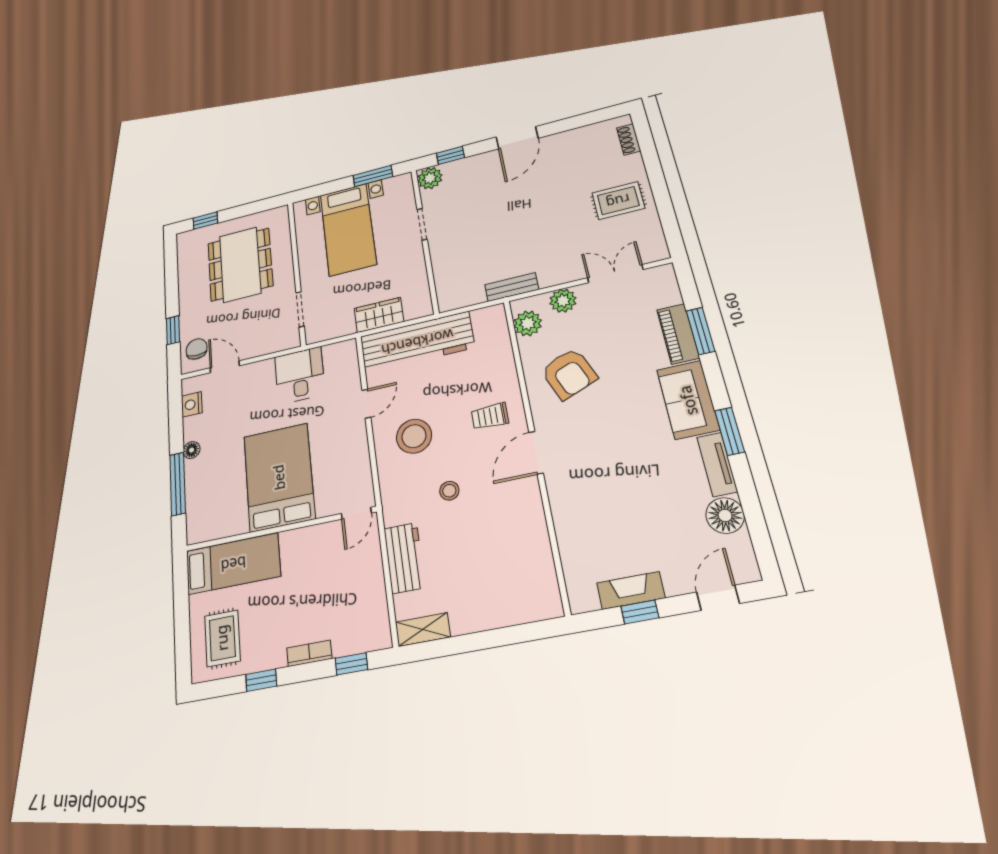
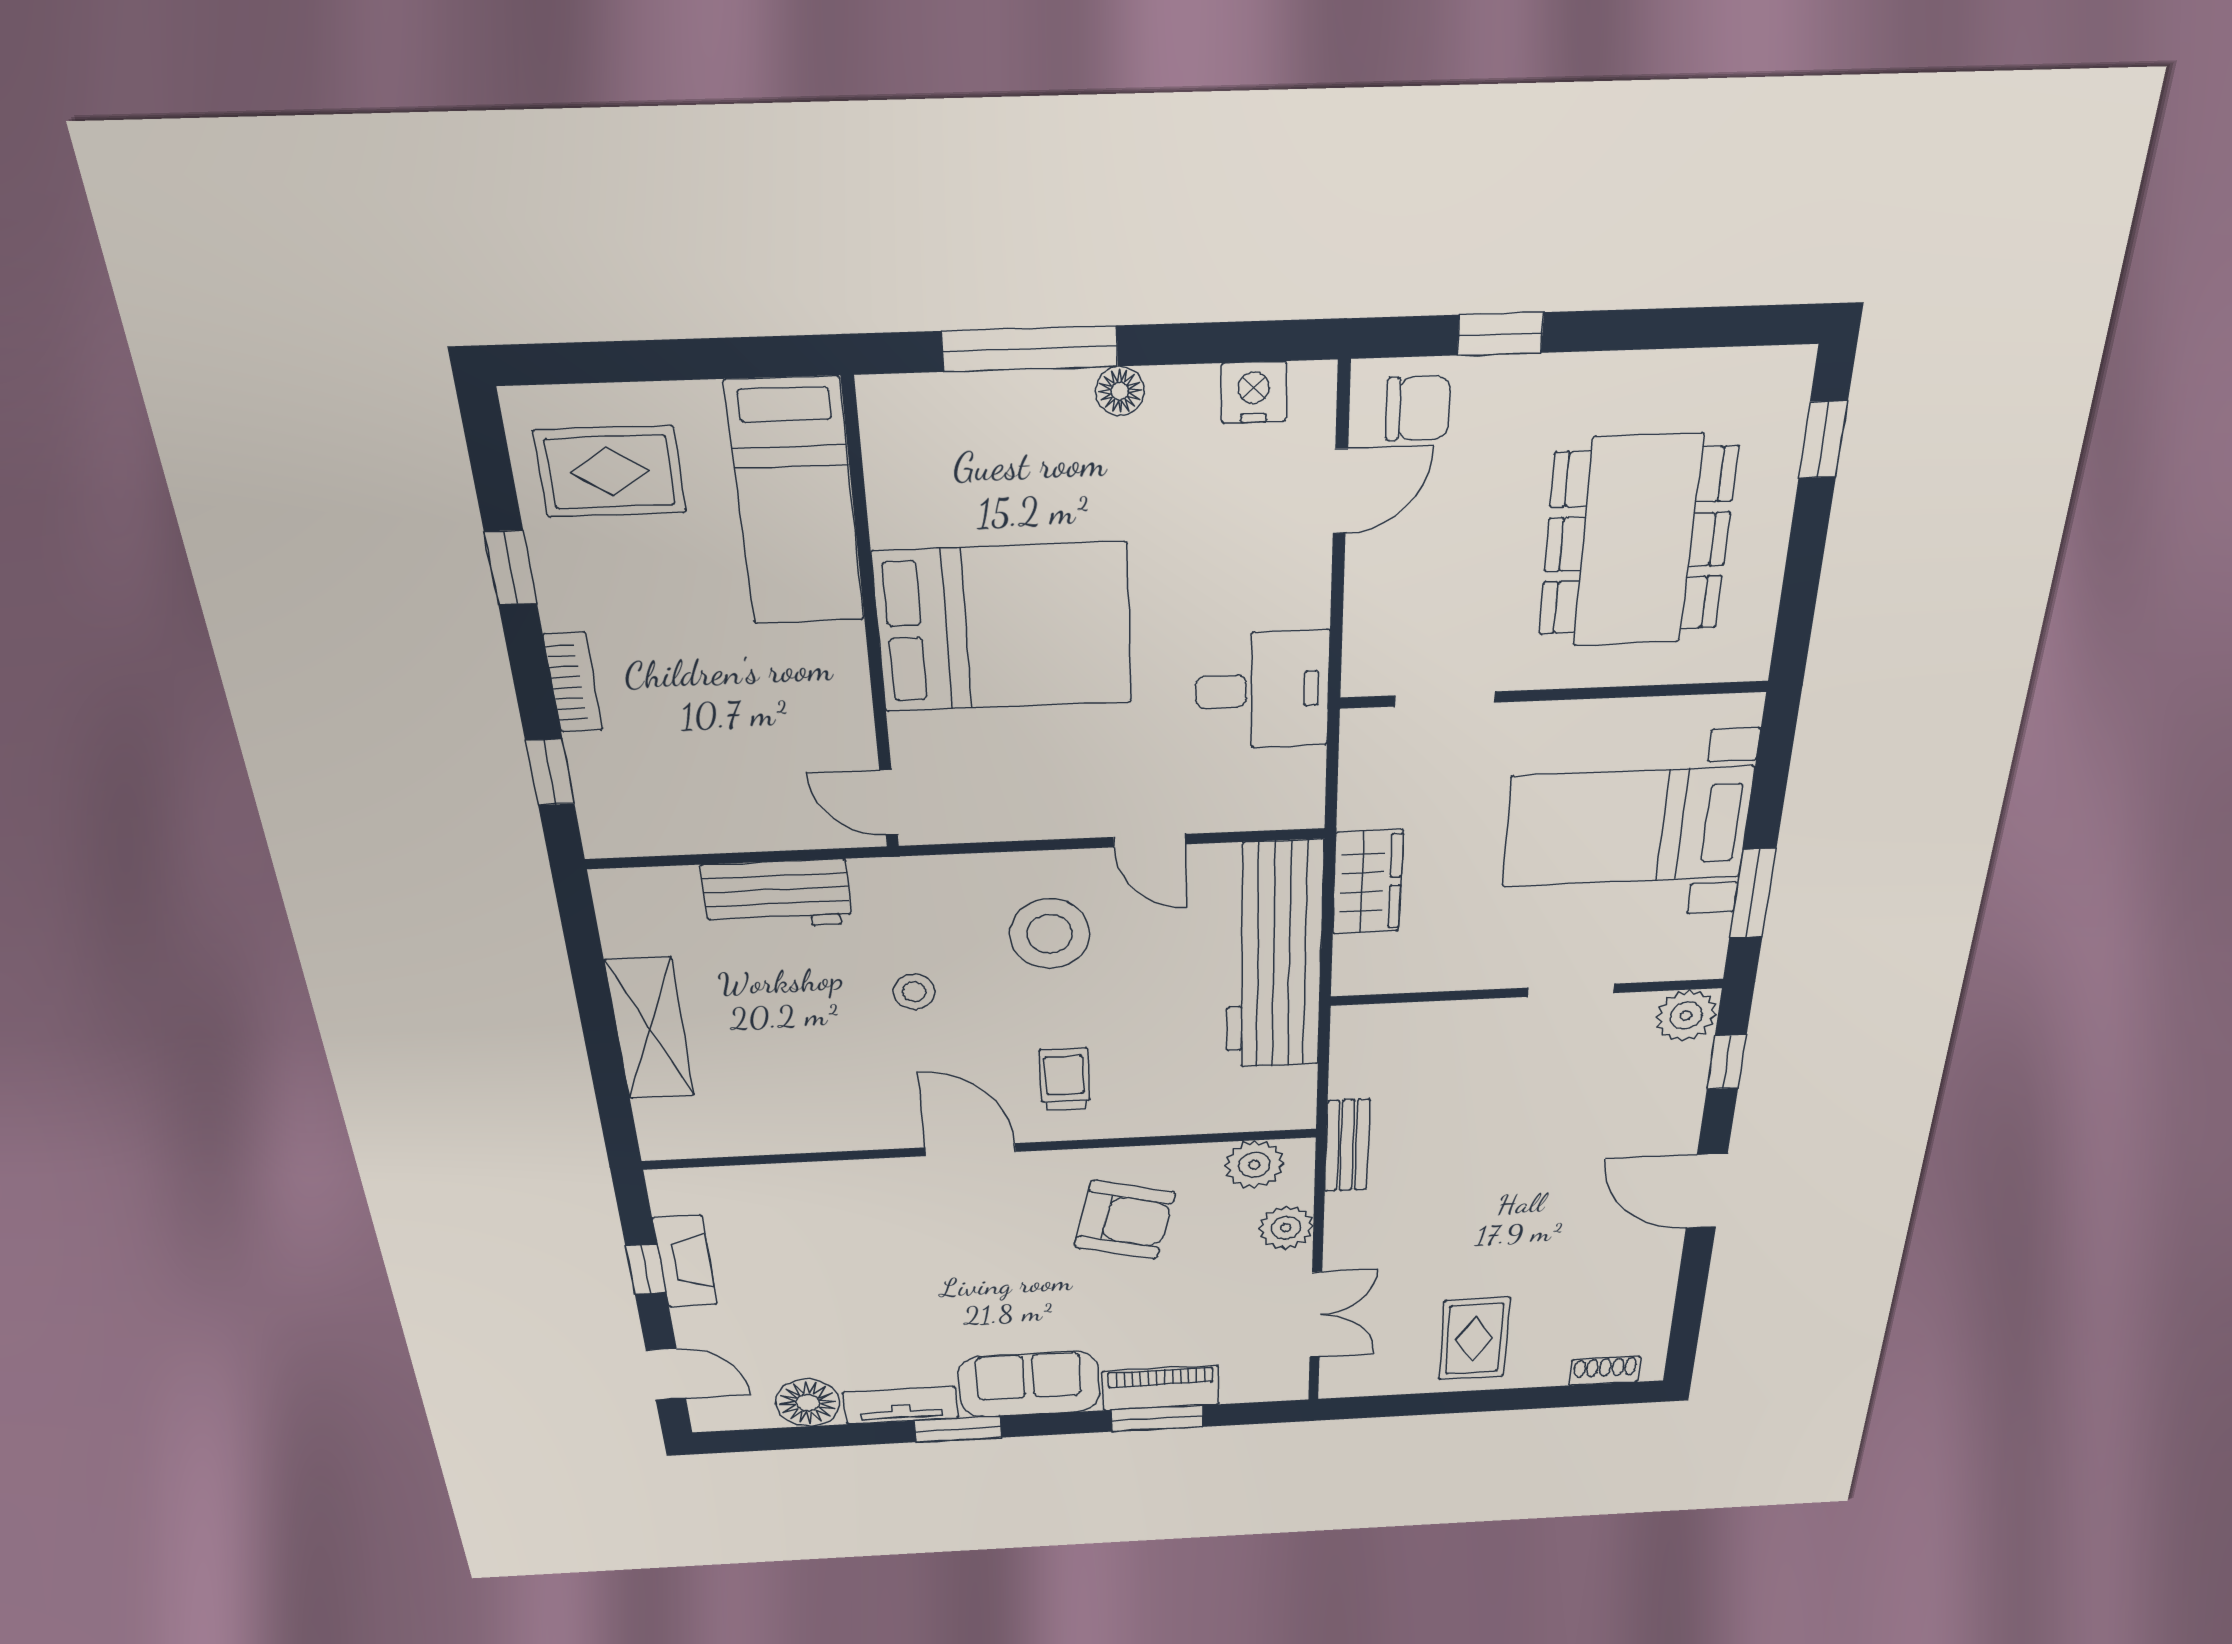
dining table: (240, 264) -> (1637, 542), turned 90
armchair: (569, 374) -> (1125, 1220), turned -144
shelving: (423, 630) -> (650, 1029), moved, width x1.50, depth x1.33

